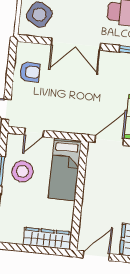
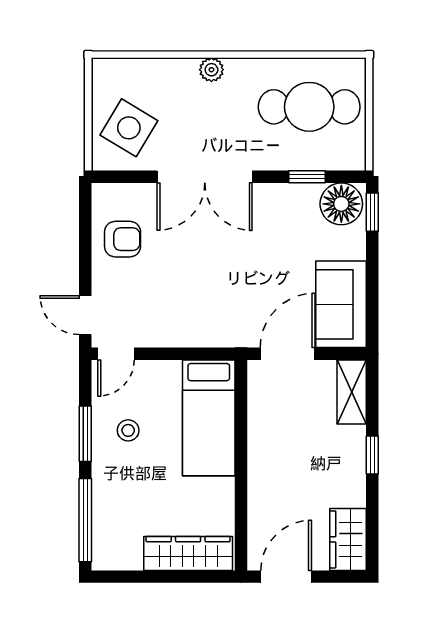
door: (34, 132) -> (116, 354), moved
stool: (22, 171) -> (128, 430), width x0.53, depth x0.53

